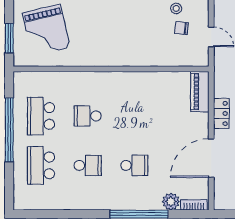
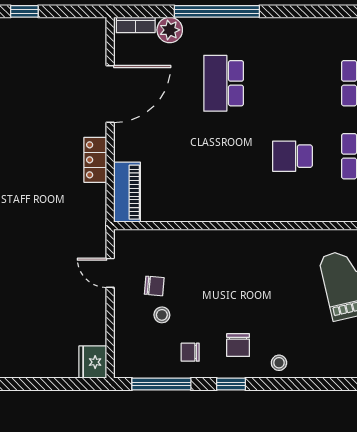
school desk: (88, 116) -> (293, 156), turned 180
school desk: (88, 165) -> (293, 83), removed
school desk: (134, 165) -> (224, 83), width x1.85

